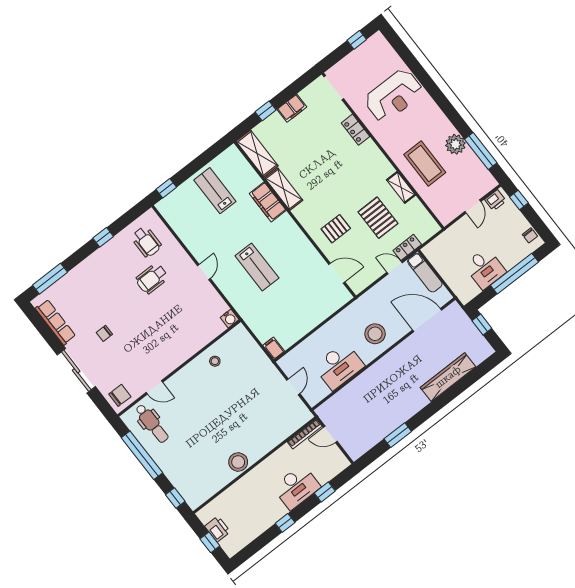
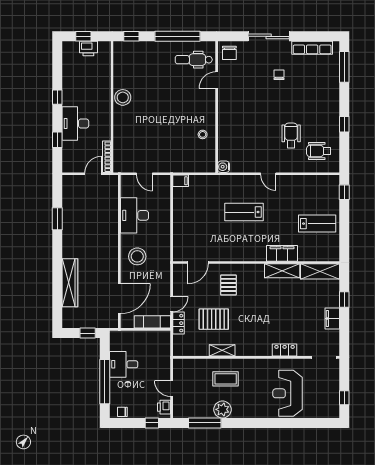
coffee table: (425, 164) -> (226, 379), width x0.73, depth x0.76

